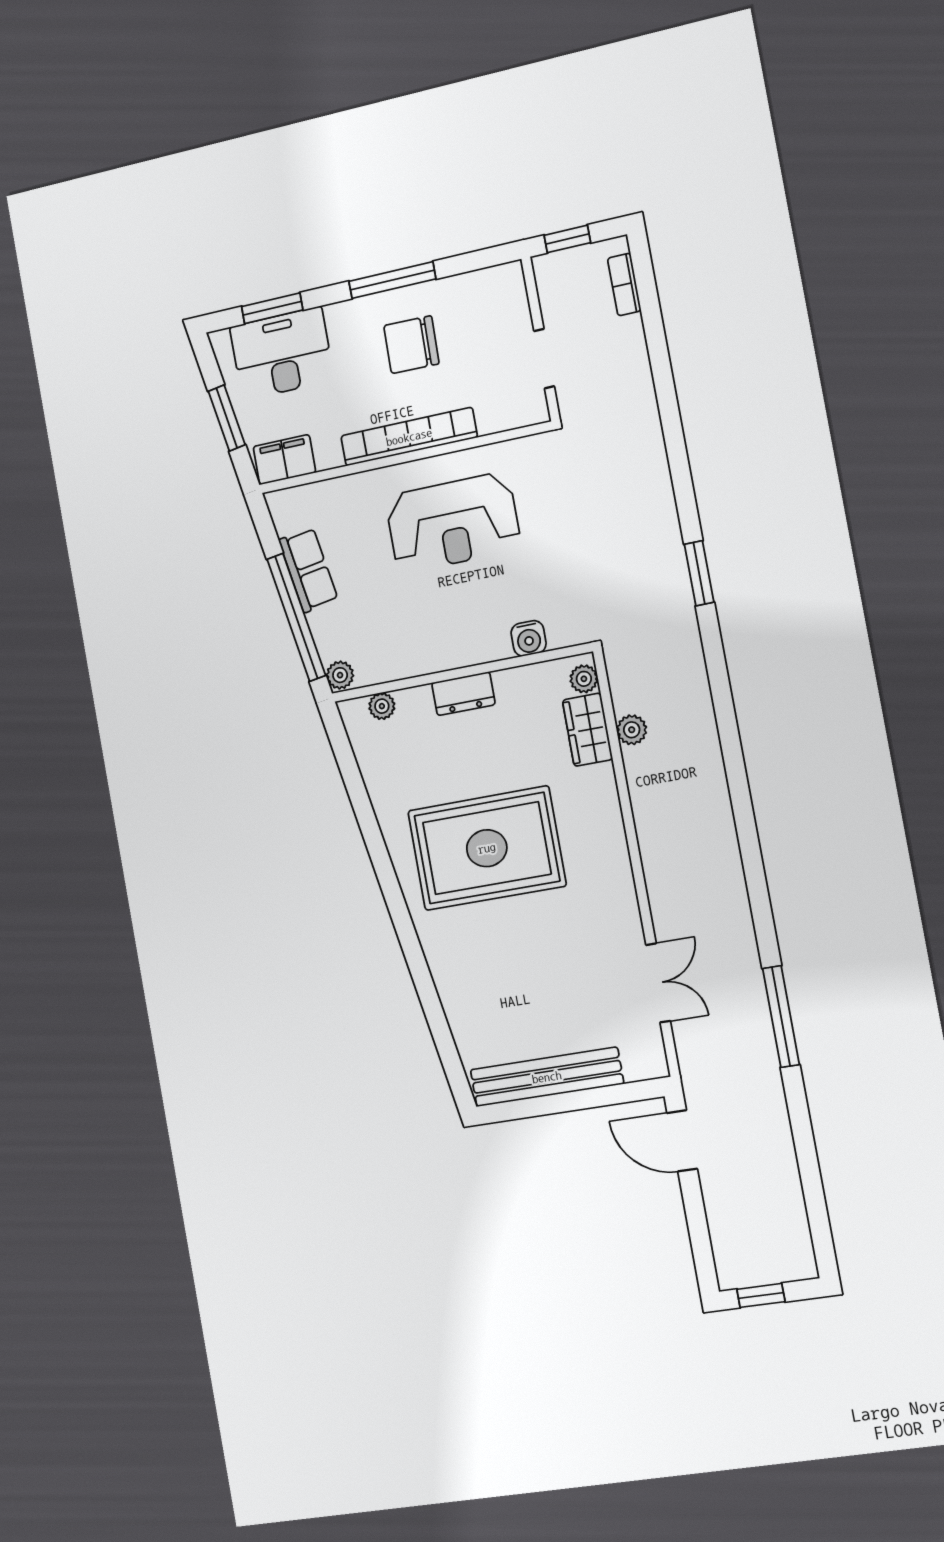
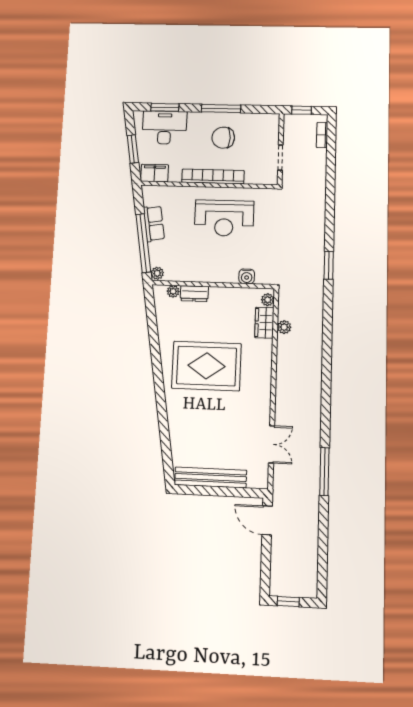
dresser: (463, 694) -> (194, 294), moved

